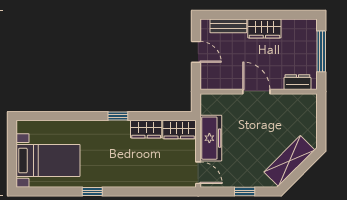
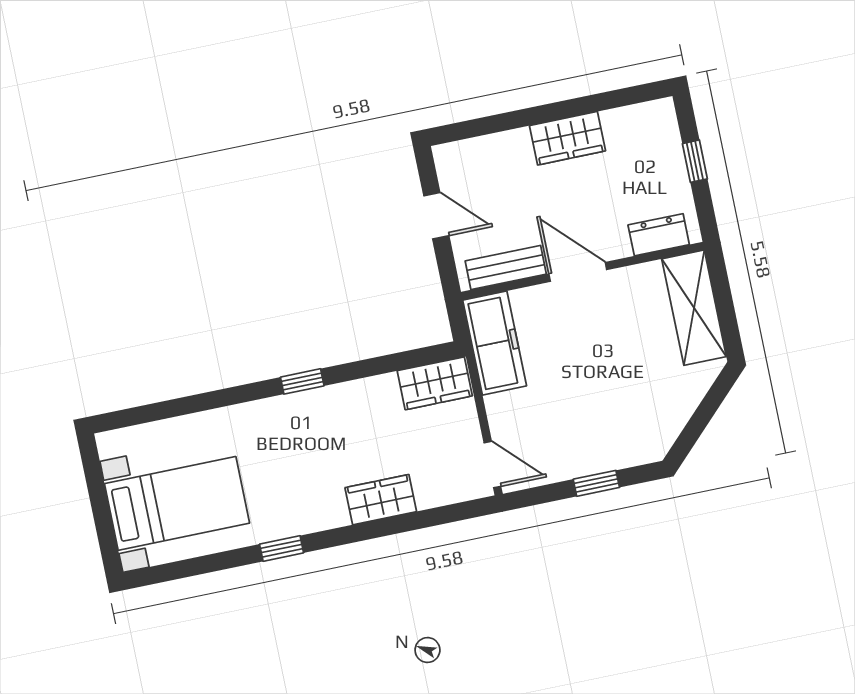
bench: (228, 26) -> (506, 268), moved
window: (321, 51) -> (695, 161), width x0.46
wardrobe: (146, 129) -> (381, 500), moved, turned 180
freezer: (211, 138) -> (495, 343), moved
shelving: (289, 161) -> (694, 308), moved, turned -45

